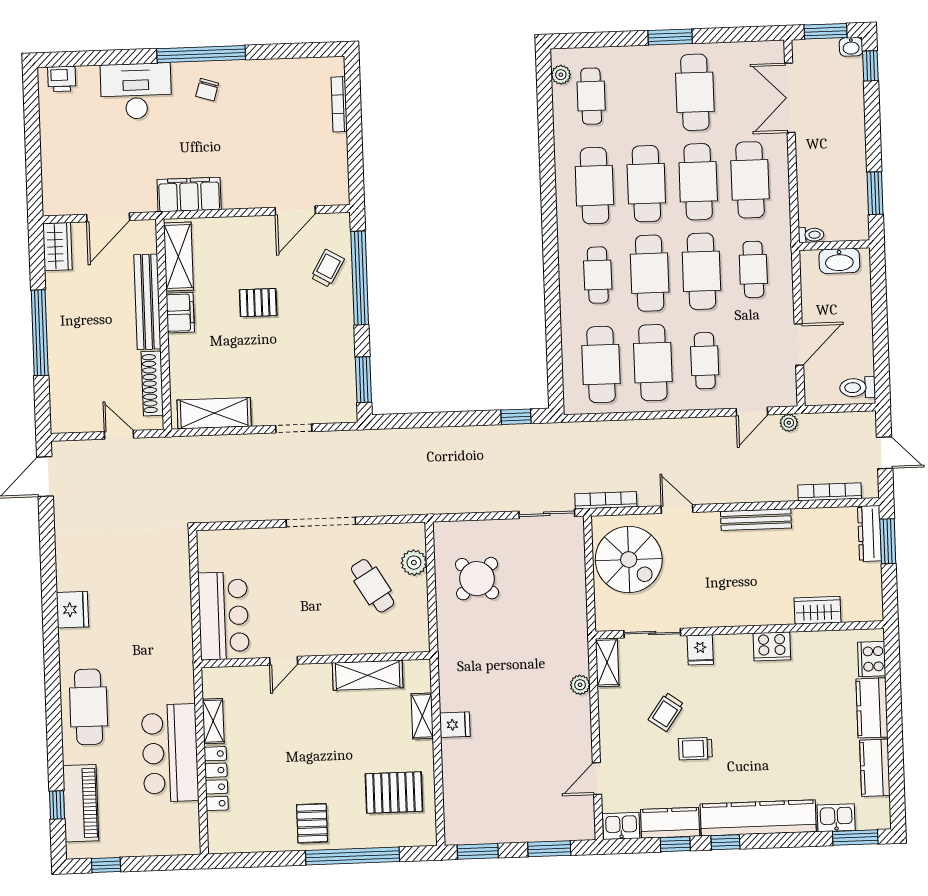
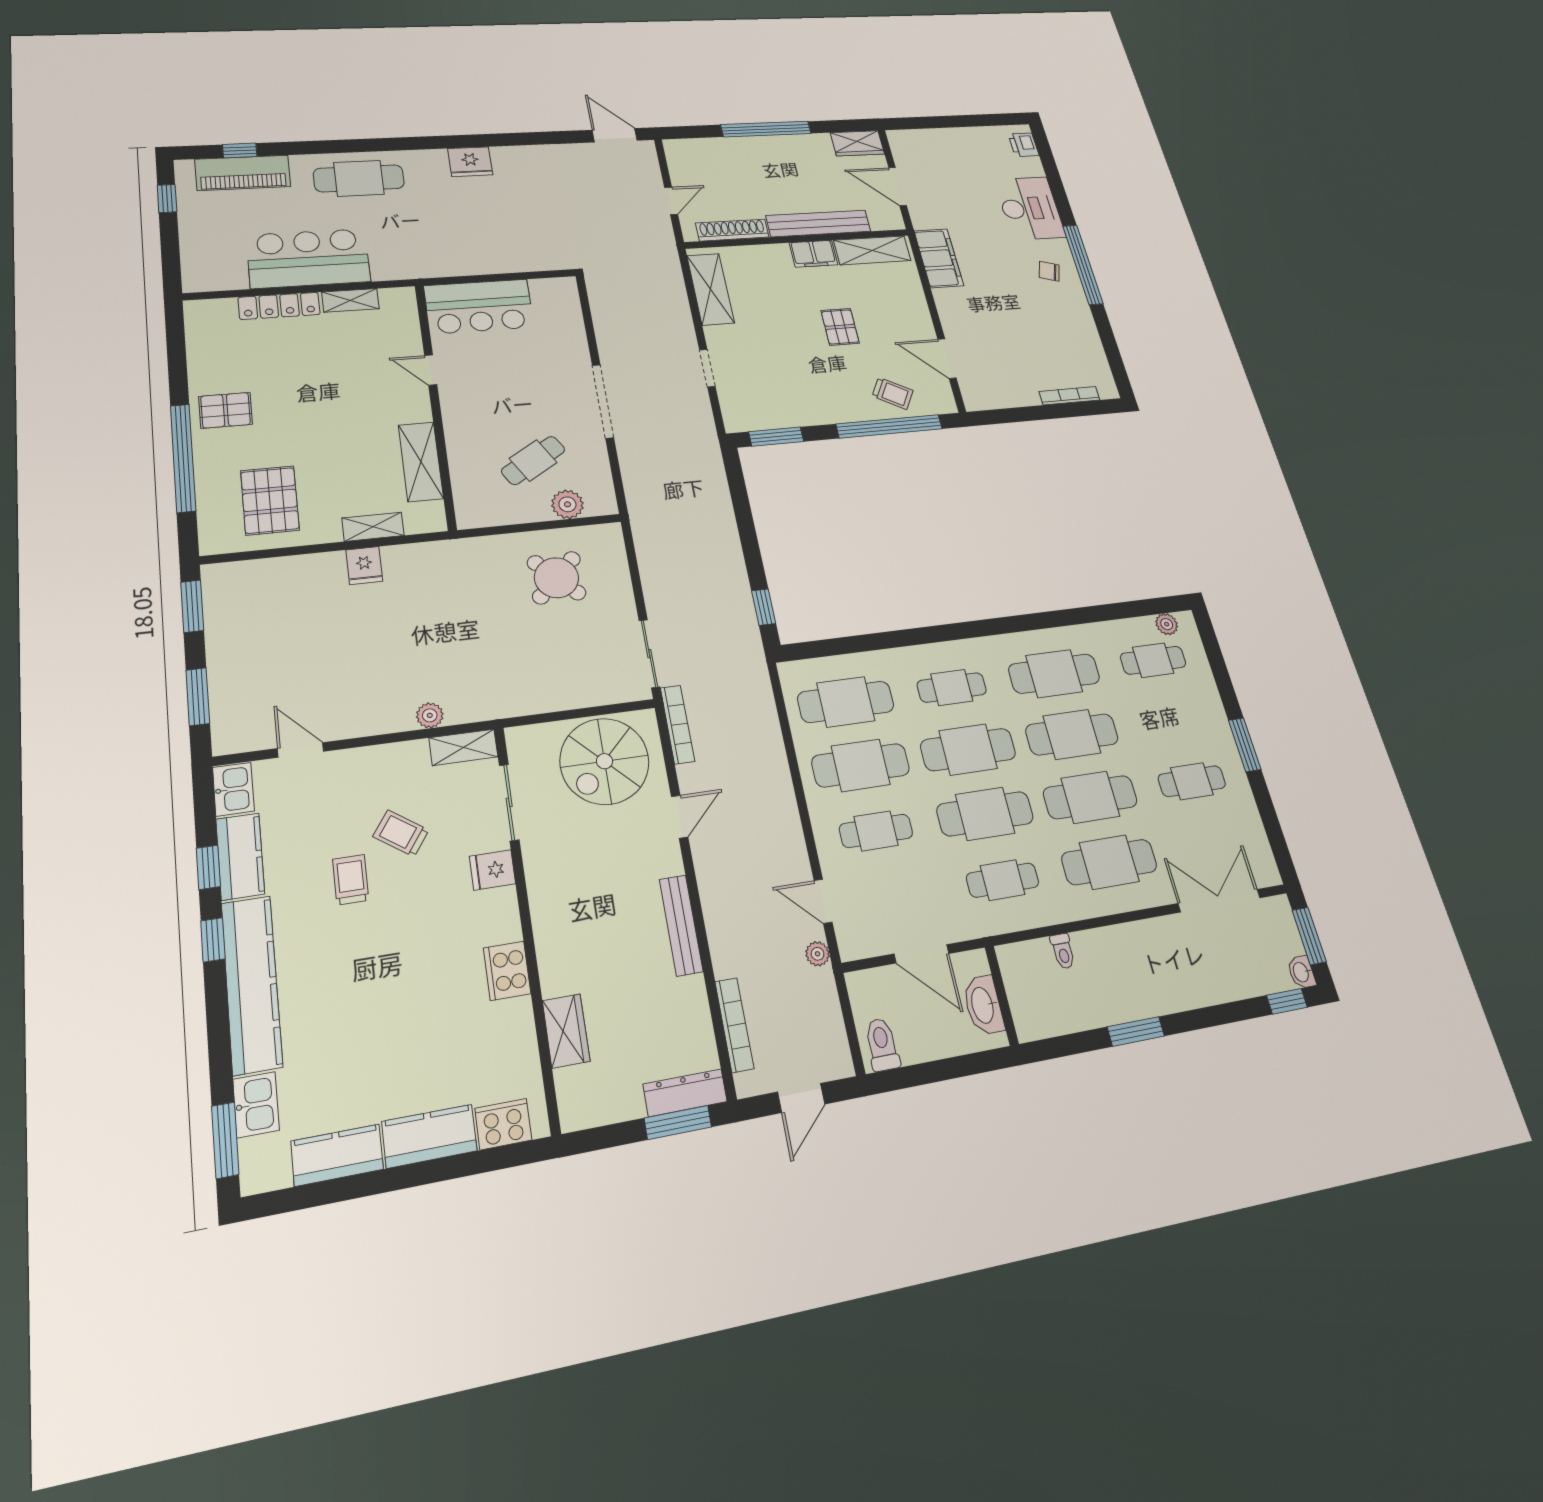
cafe table: (695, 92) -> (1192, 781), width x0.73, depth x0.74
wall: (834, 245) -> (1002, 995), moved
washbasin: (839, 261) -> (983, 1005), moved

